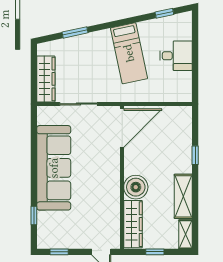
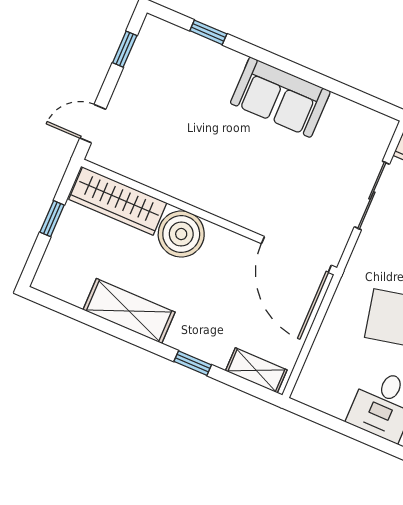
sofa: (54, 168) -> (280, 97), width x0.54, depth x0.79
shelving: (186, 234) -> (256, 370), moved

